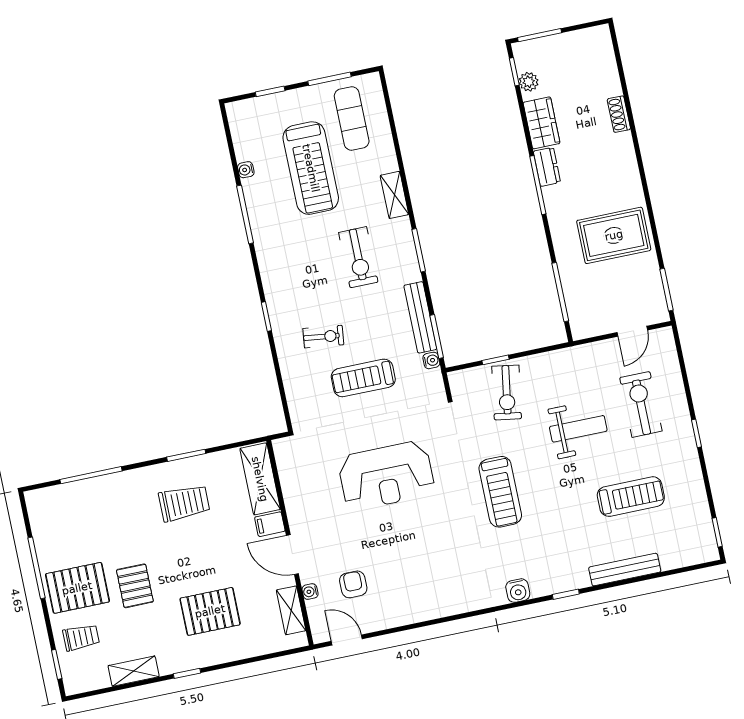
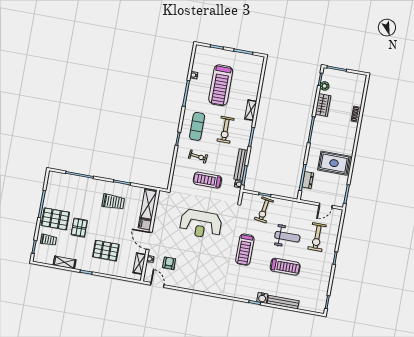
exercise mat: (352, 119) -> (197, 126), moved
dresser: (547, 167) -> (308, 180), moved
exercise bike: (641, 404) -> (317, 237), turned 180
treadmill: (631, 497) -> (285, 267), moved
water cooler: (518, 591) -> (262, 298), moved

